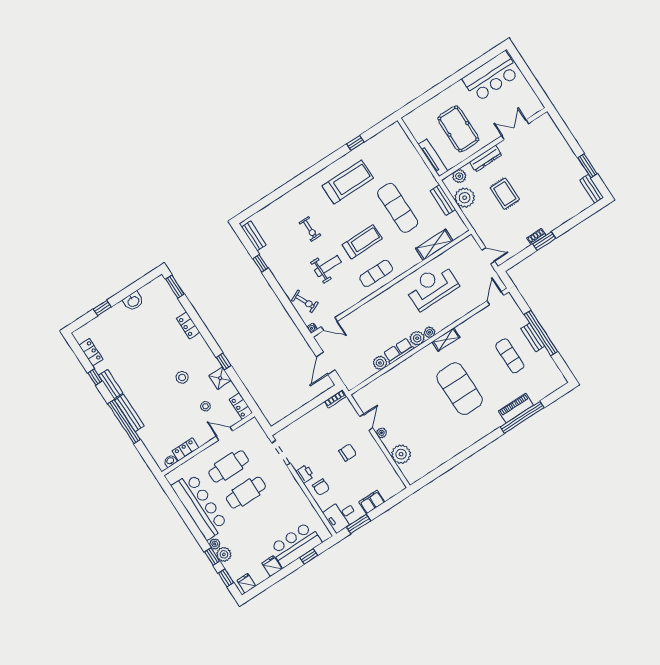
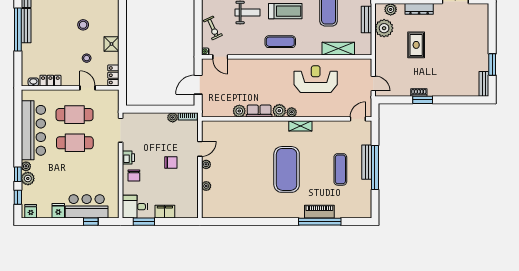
bench: (533, 337) -> (367, 162), width x1.36
window: (224, 361) -> (122, 33), removed
plant: (322, 409) -> (173, 117), added
plant: (401, 454) -> (206, 186), width x0.53, depth x0.53

